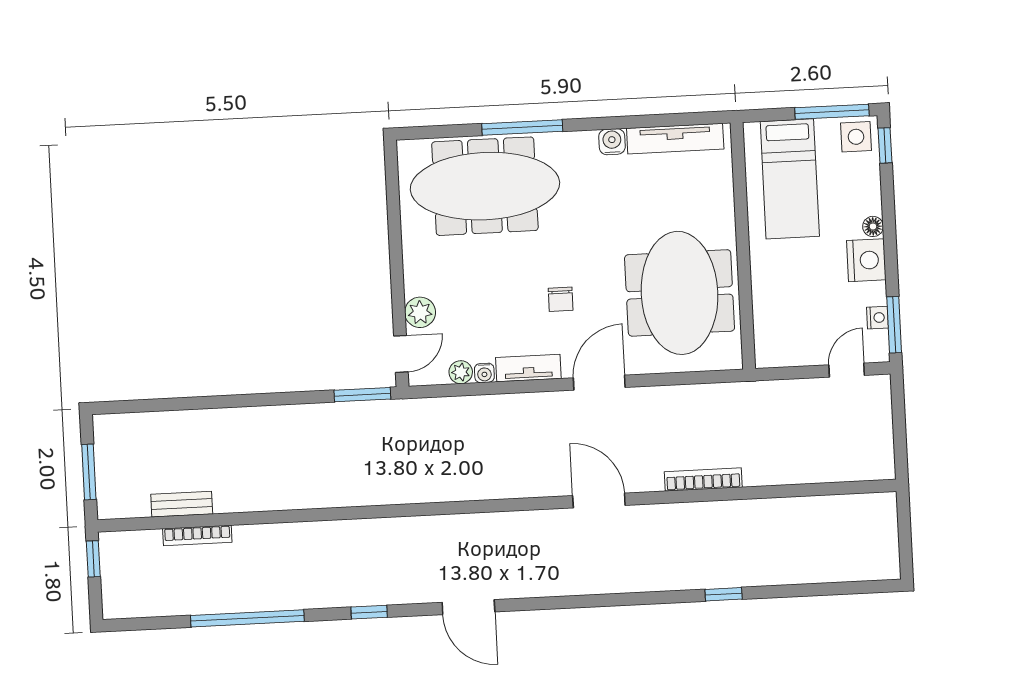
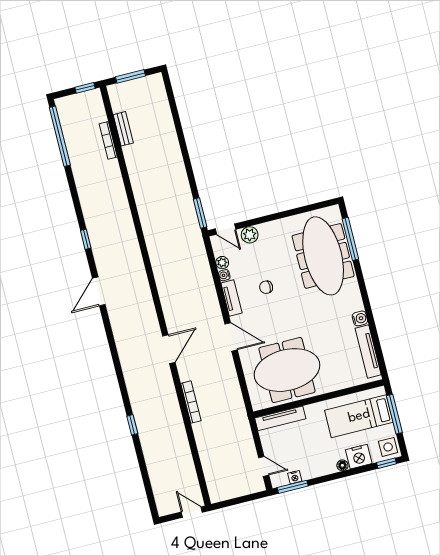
window: (832, 112) -> (394, 414), moved
window: (522, 127) -> (350, 239), moved
nightstand: (866, 260) -> (359, 457), moved
chair: (561, 299) -> (266, 287), moved
tv unit: (765, 323) -> (280, 418), added
door: (904, 517) -> (192, 512), added
window: (247, 618) -> (60, 136), moved

